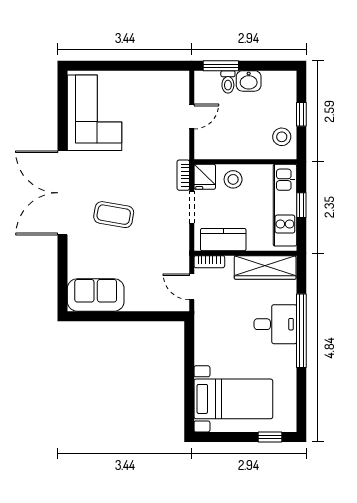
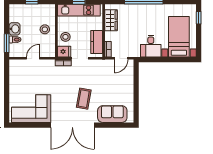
door: (192, 117) -> (33, 58), hinge flipped
stool: (282, 137) -> (45, 29), moved
wardrobe: (265, 267) -> (111, 20), width x0.67
sofa: (96, 295) -> (112, 114), moved, turned 90
desk: (275, 324) -> (151, 46), moved, turned 180

